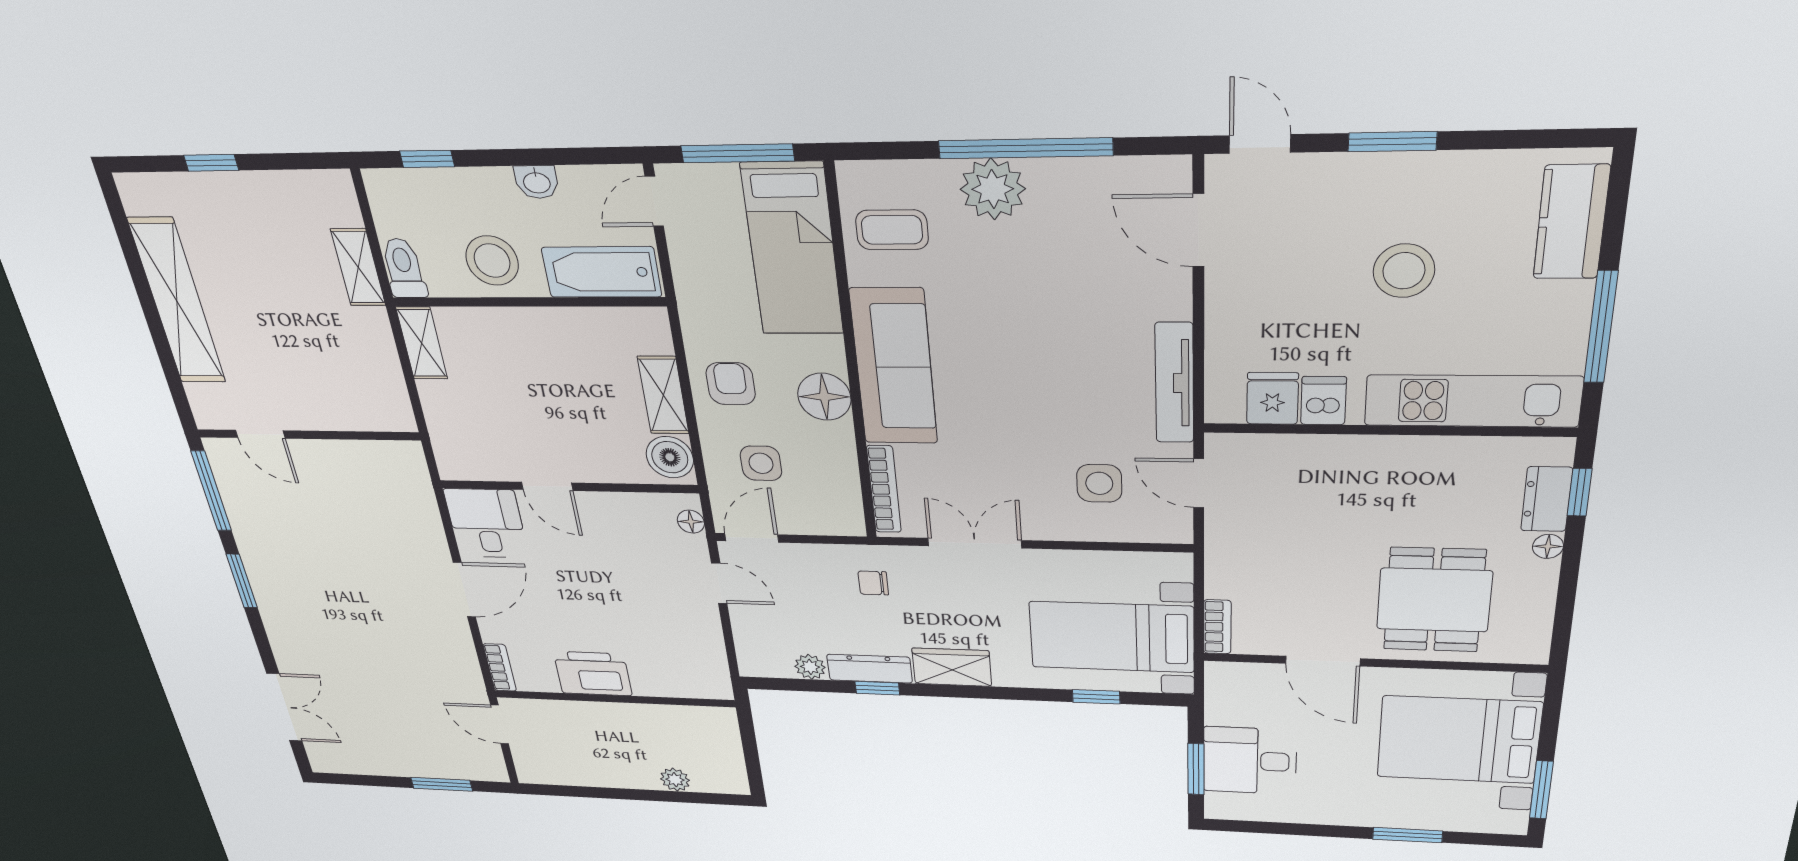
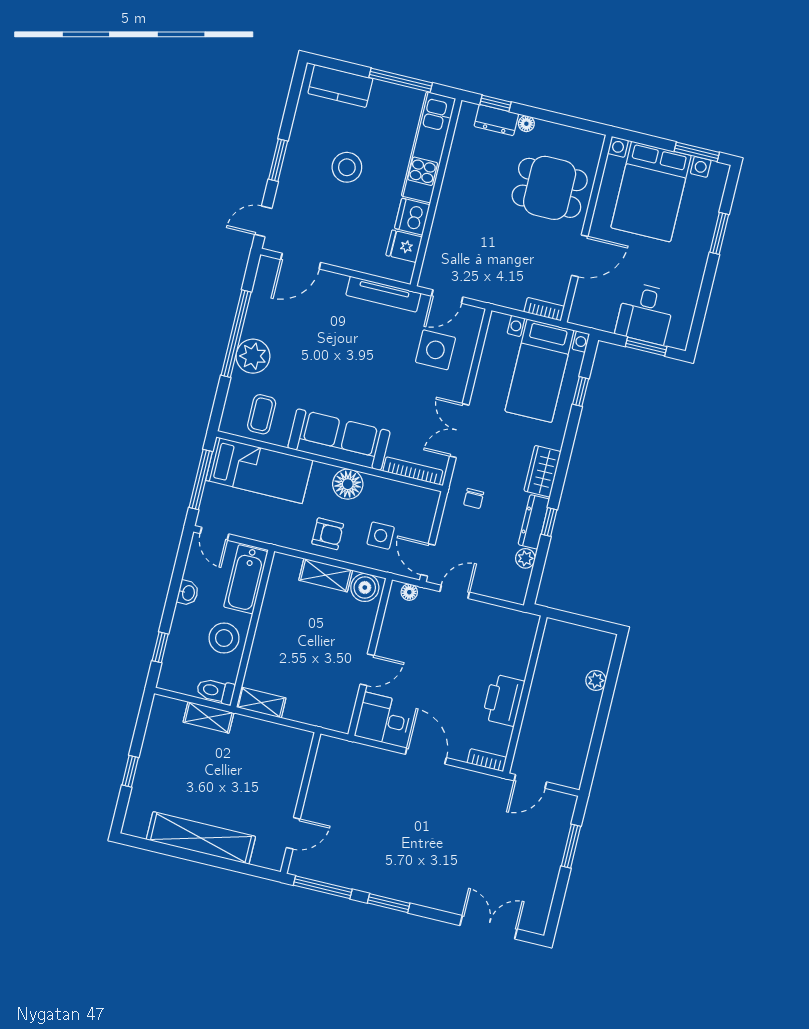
armchair: (731, 384) -> (328, 534), turned 180
dishwasher: (1323, 401) -> (412, 217), width x1.38
side table: (1099, 483) -> (435, 350), width x1.37, depth x1.37

